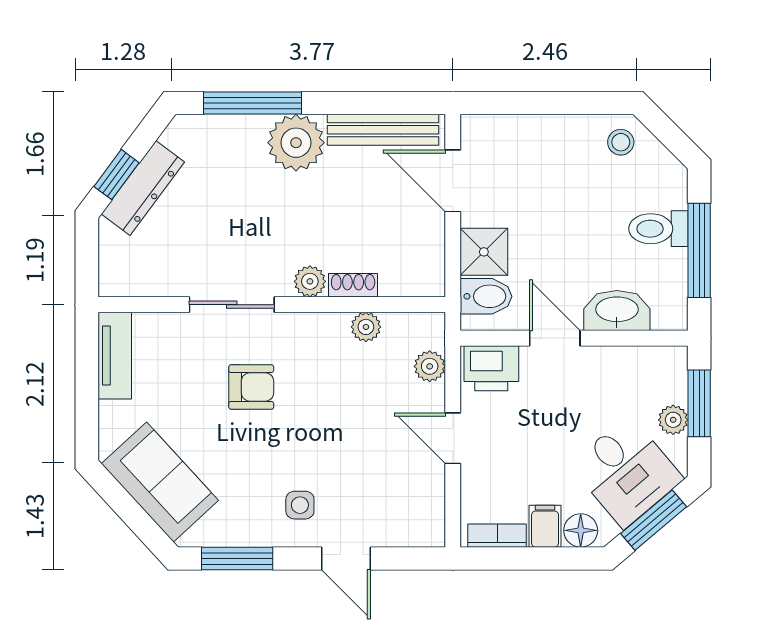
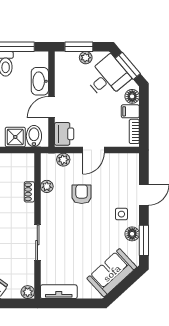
plant: (310, 281) -> (28, 292), moved
armchair: (251, 387) -> (82, 194), moved
floor lamp: (253, 530) -> (132, 234), added

